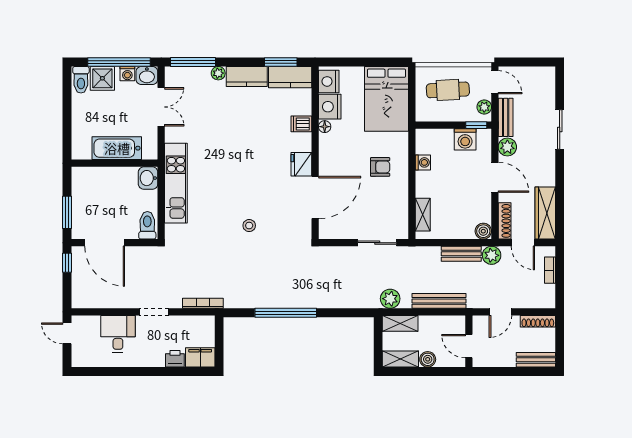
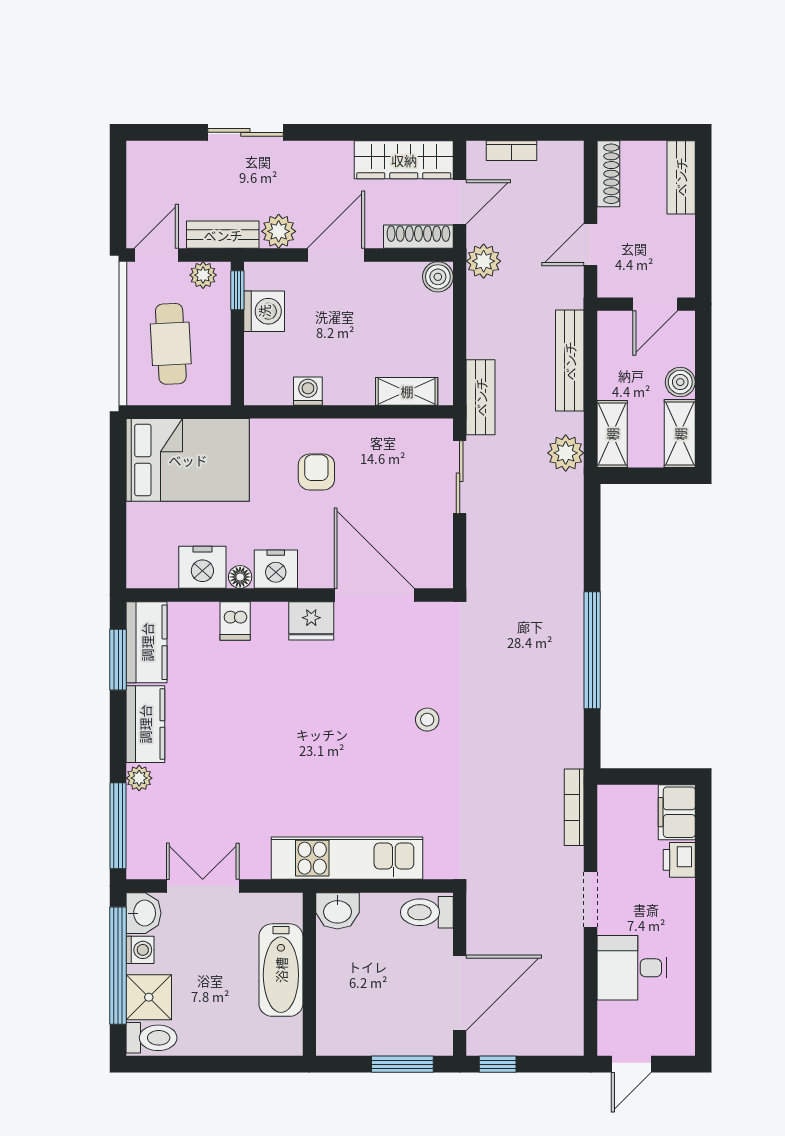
nightstand: (329, 81) -> (276, 569), moved
bench: (461, 254) -> (481, 397), moved
door: (500, 312) -> (590, 244), swing flipped

